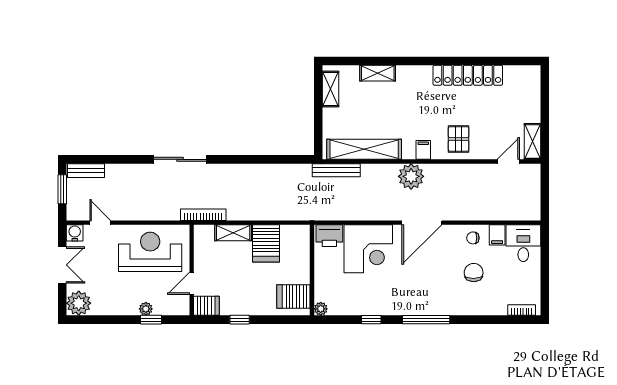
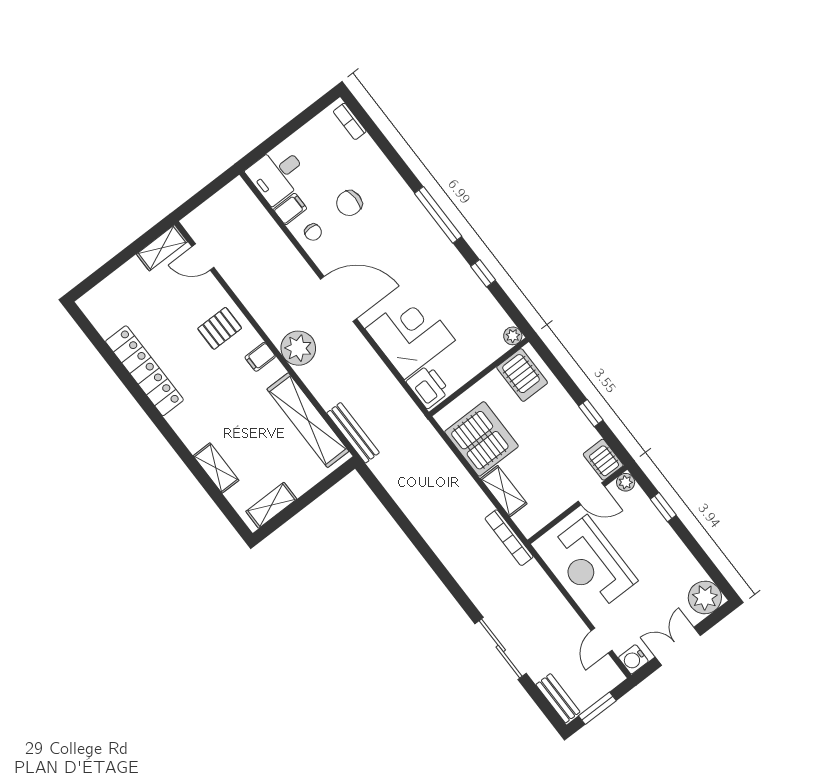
sliding door: (180, 159) -> (501, 649), moved
server rack: (266, 243) -> (481, 439), width x1.60
plant: (146, 309) -> (626, 482), moved

